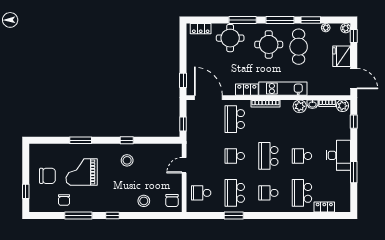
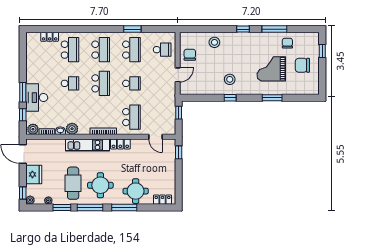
door: (208, 98) -> (155, 137), width x0.53
desk: (338, 155) -> (37, 98), moved
grand piano: (82, 172) -> (271, 69), turned 180
window: (354, 172) -> (23, 92), moved
school desk: (268, 193) -> (101, 50), width x1.85
chair: (172, 200) -> (190, 55), moved

